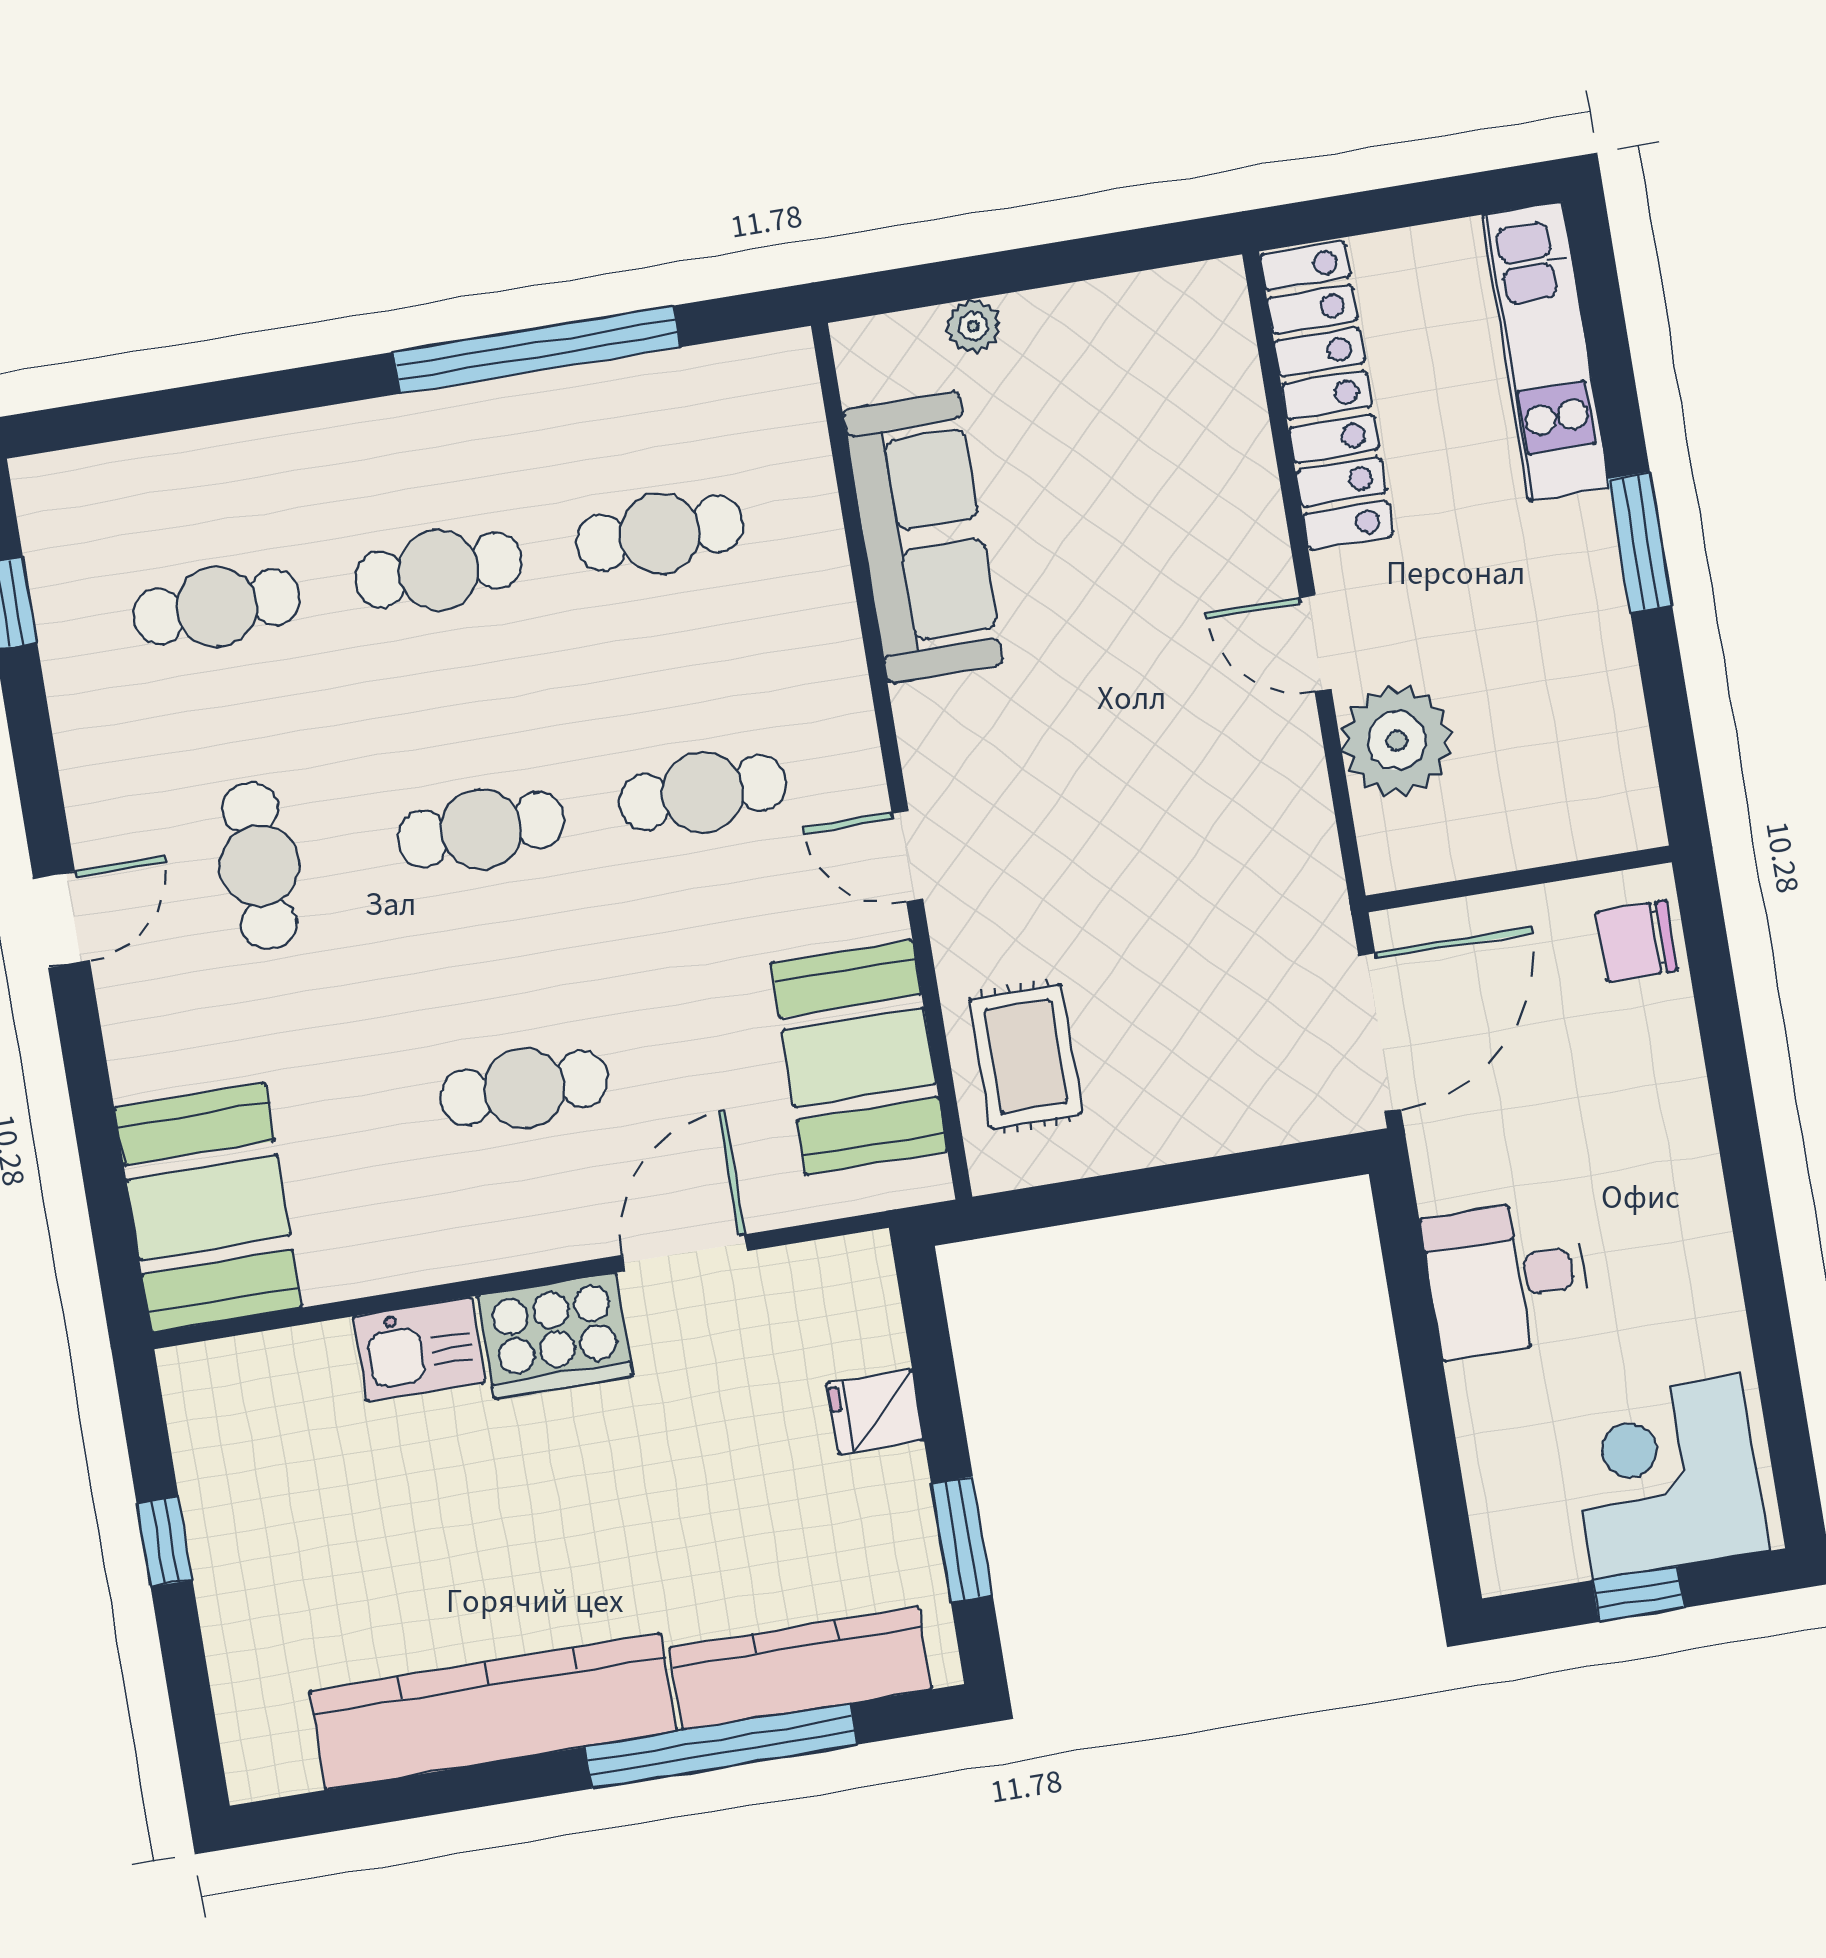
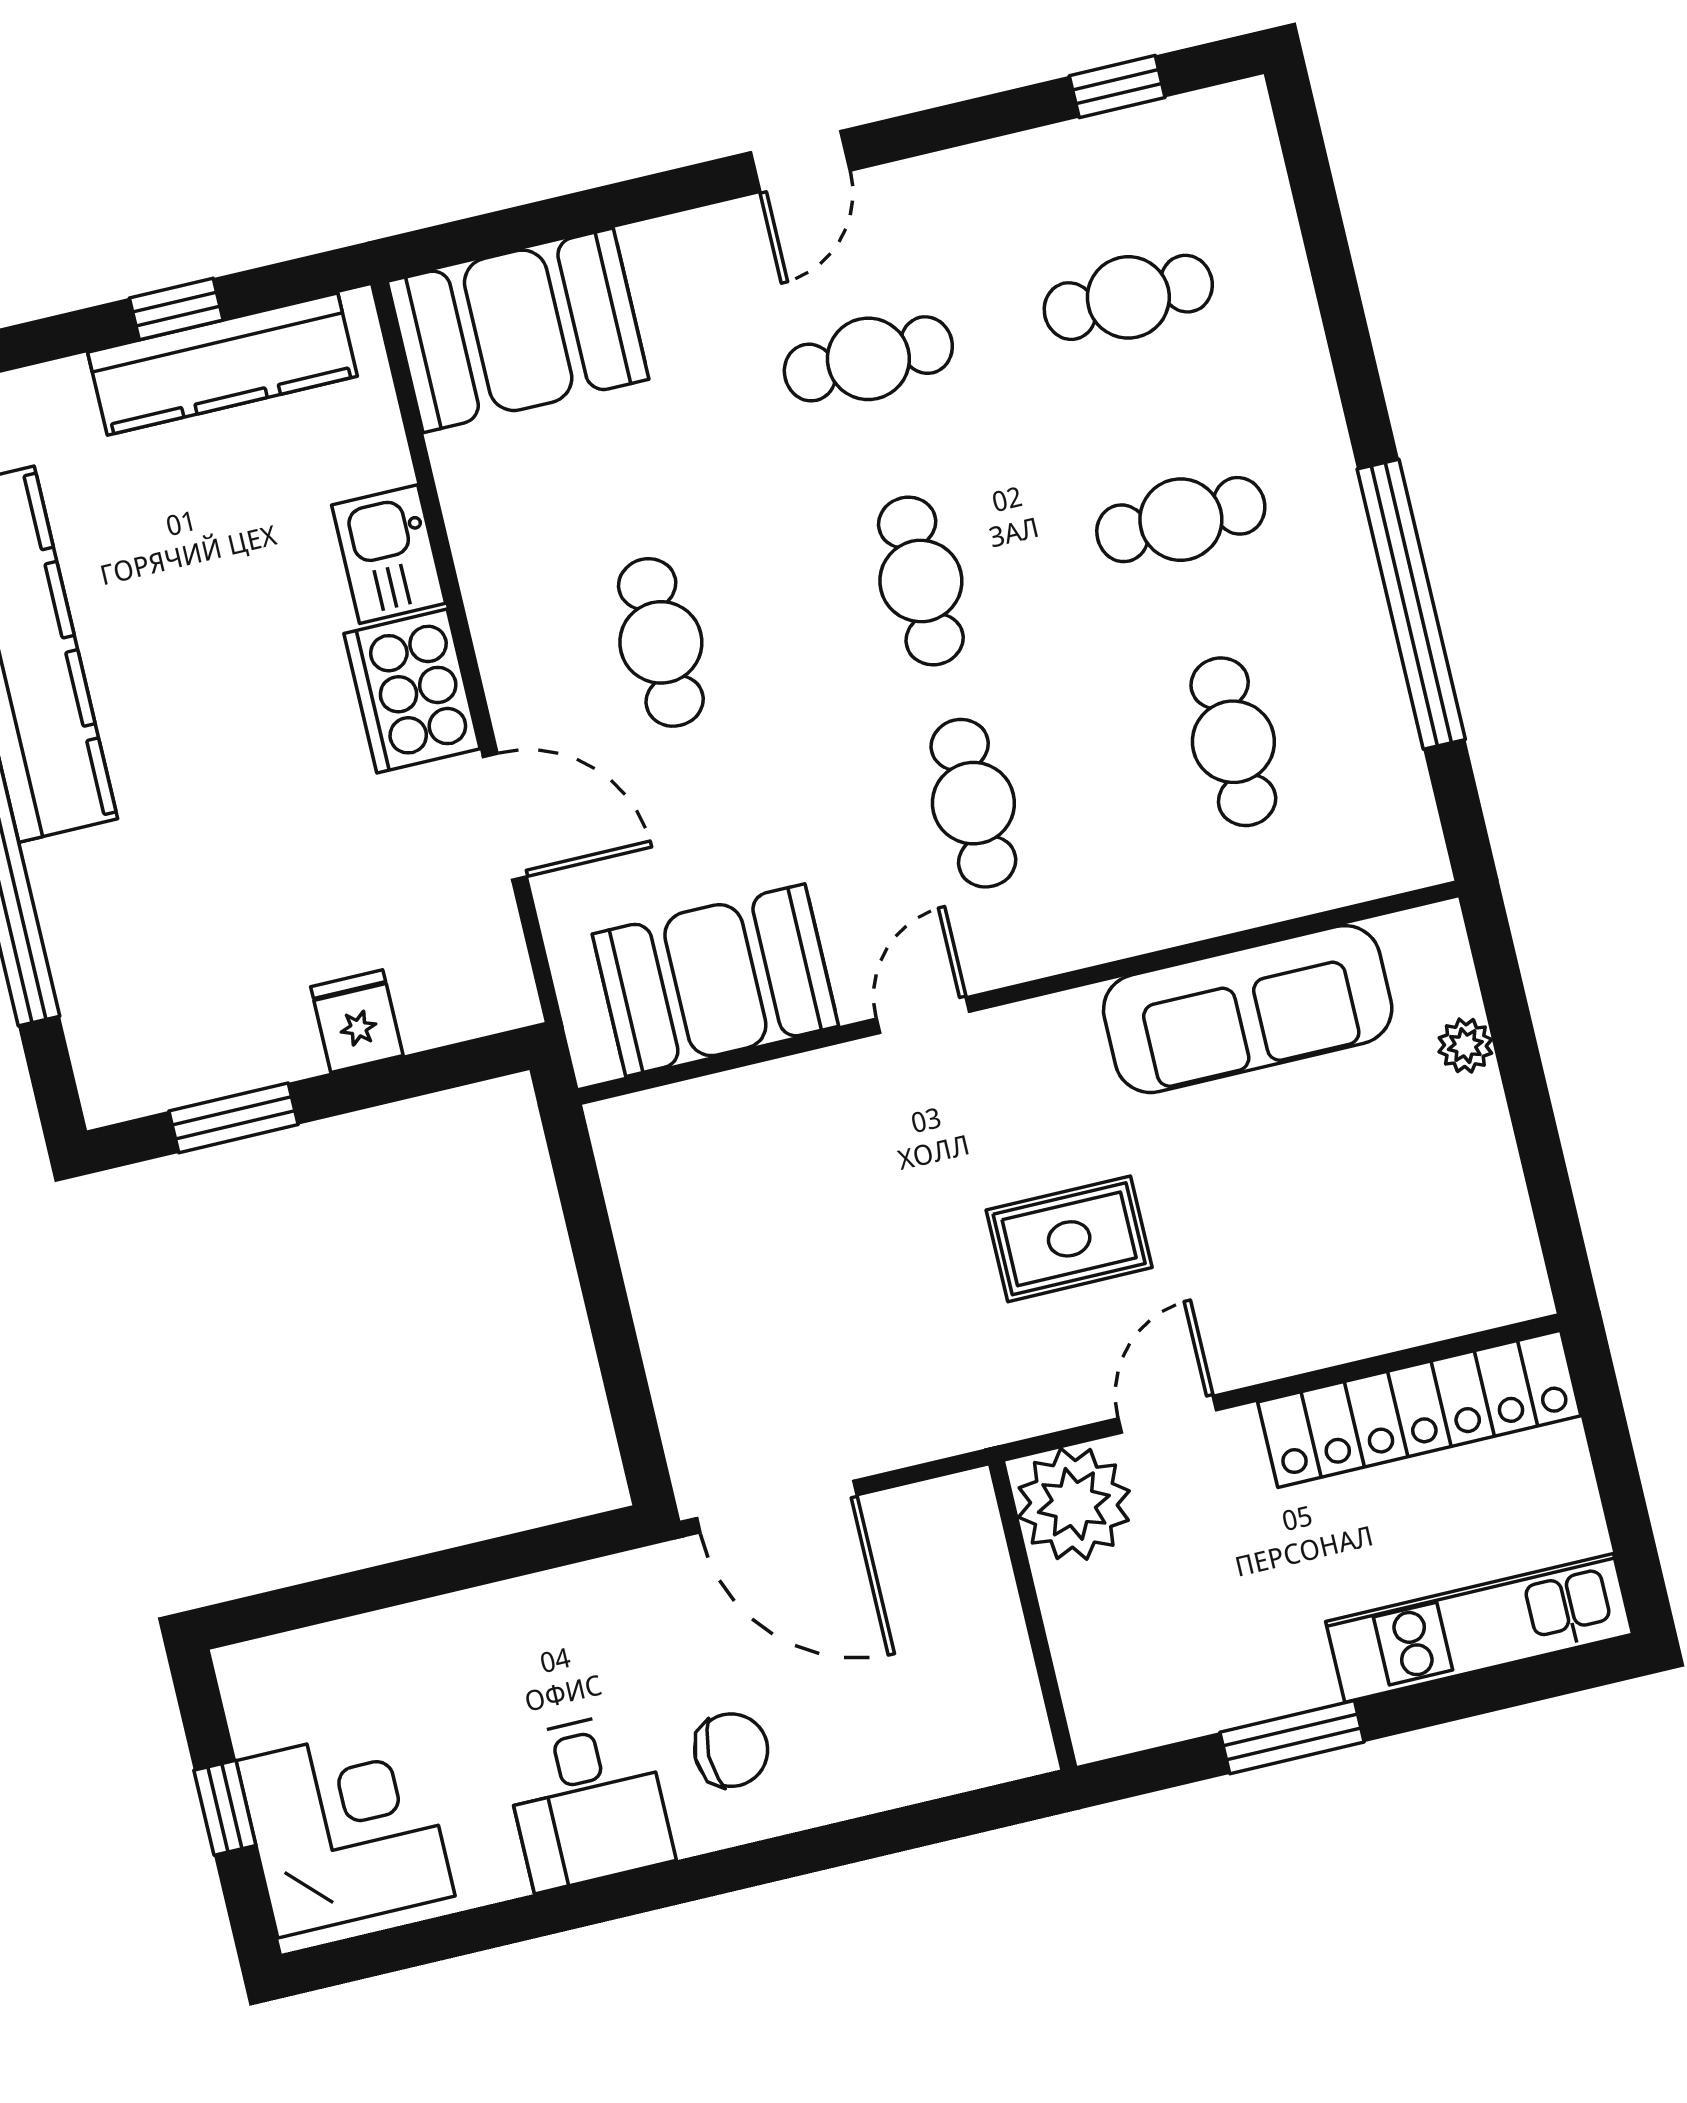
cafe table: (438, 570) -> (1181, 520), turned 90
cafe table: (217, 607) -> (1128, 297), turned 90
wall: (1519, 879) -> (1033, 1616), moved
door: (62, 919) -> (800, 161), hinge flipped
chair: (1637, 941) -> (731, 1750), moved, turned 90
rug: (1026, 1056) -> (1069, 1239), moved
desk: (1507, 1278) -> (588, 1801), moved, turned 180
kitchen counter: (801, 1669) -> (222, 364), moved, turned 90

